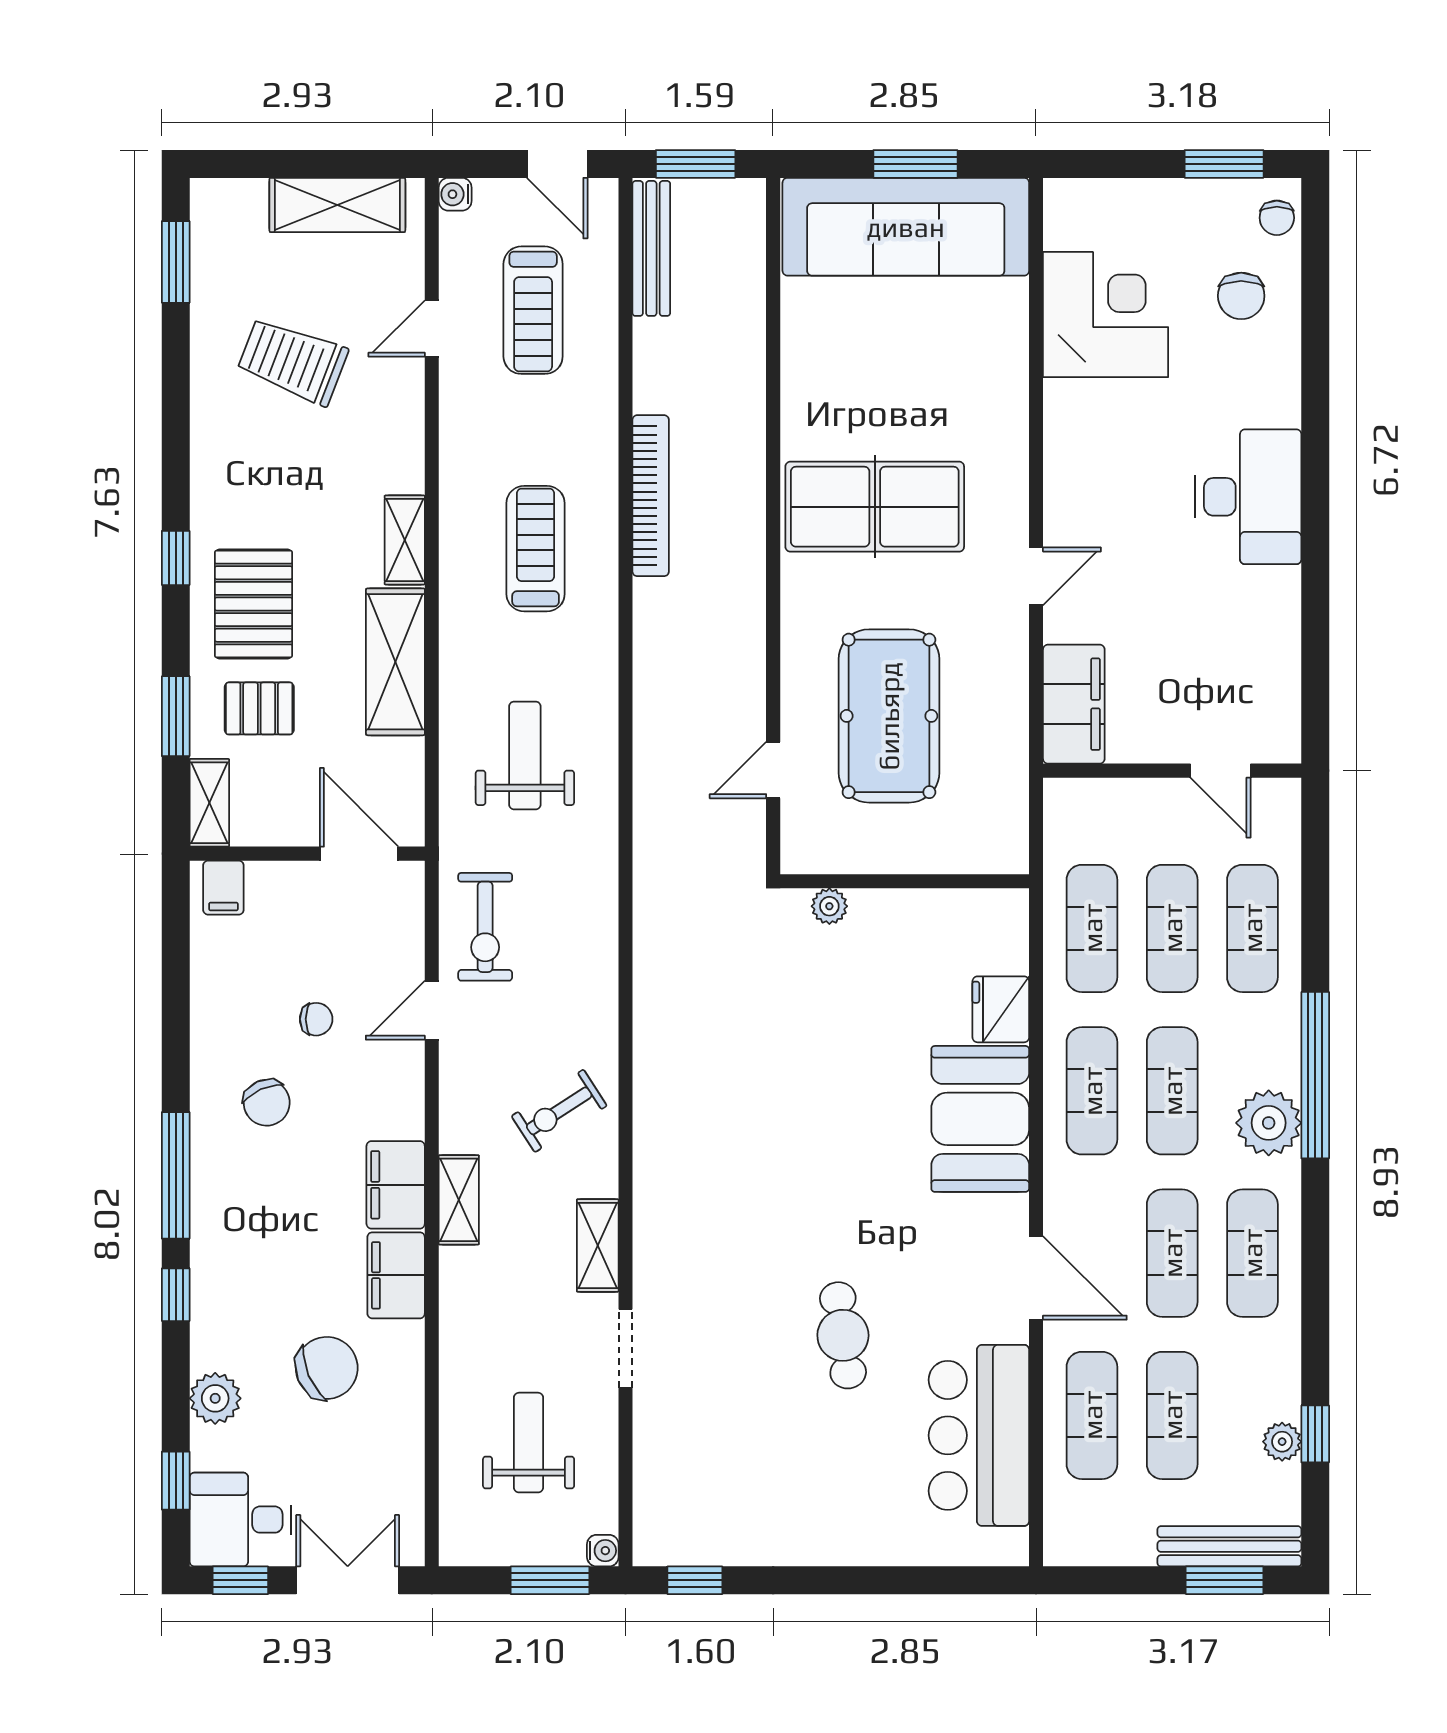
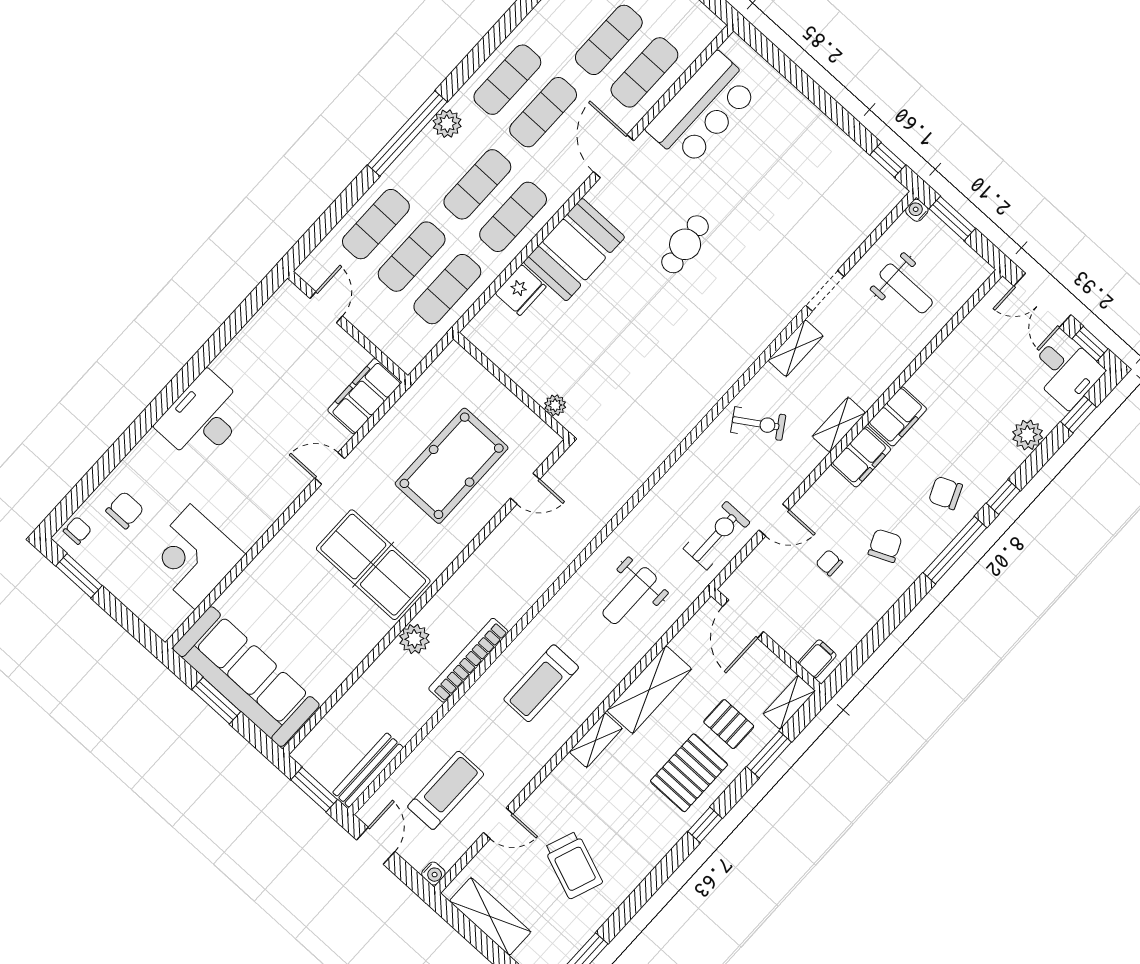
plant: (741, 461) -> (414, 639), added
plant: (1269, 1123) -> (447, 124), width x0.73, depth x0.73
cafe table: (843, 1335) -> (685, 244), moved
chair: (327, 1368) -> (945, 493), moved, width x0.73, depth x0.73
weight bench: (529, 1443) -> (906, 288), turned -90

